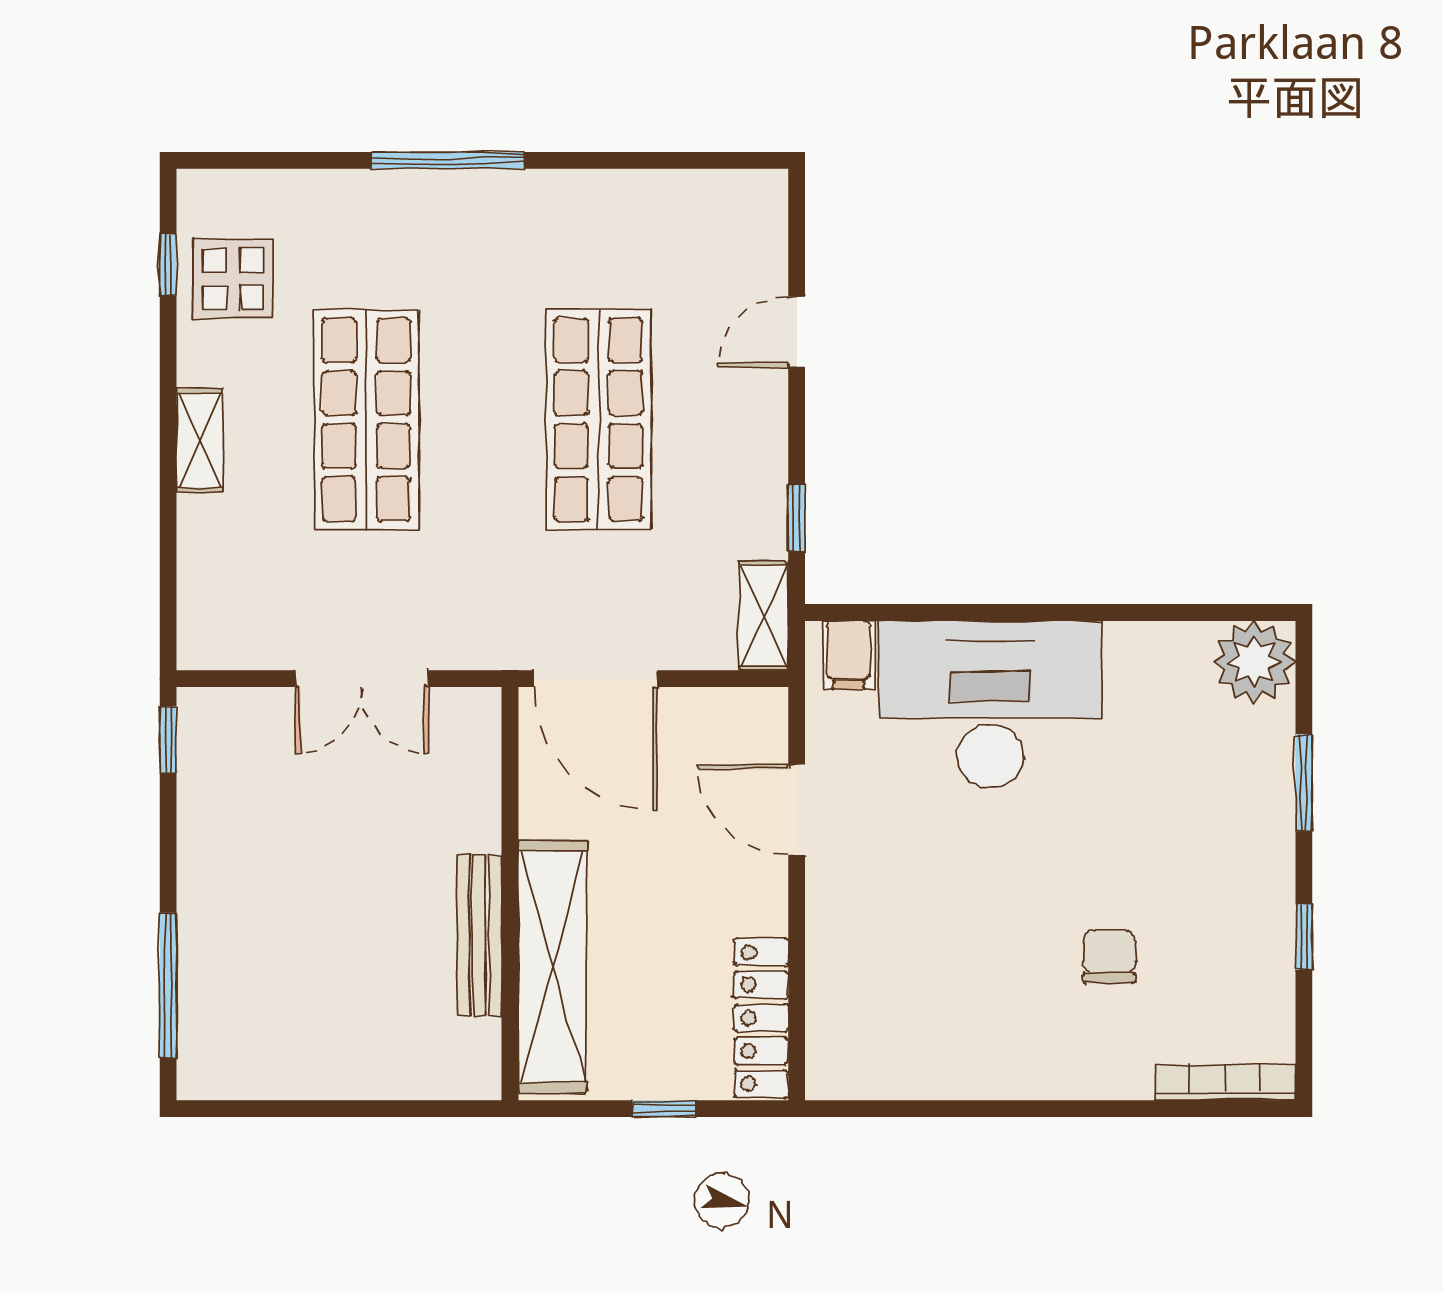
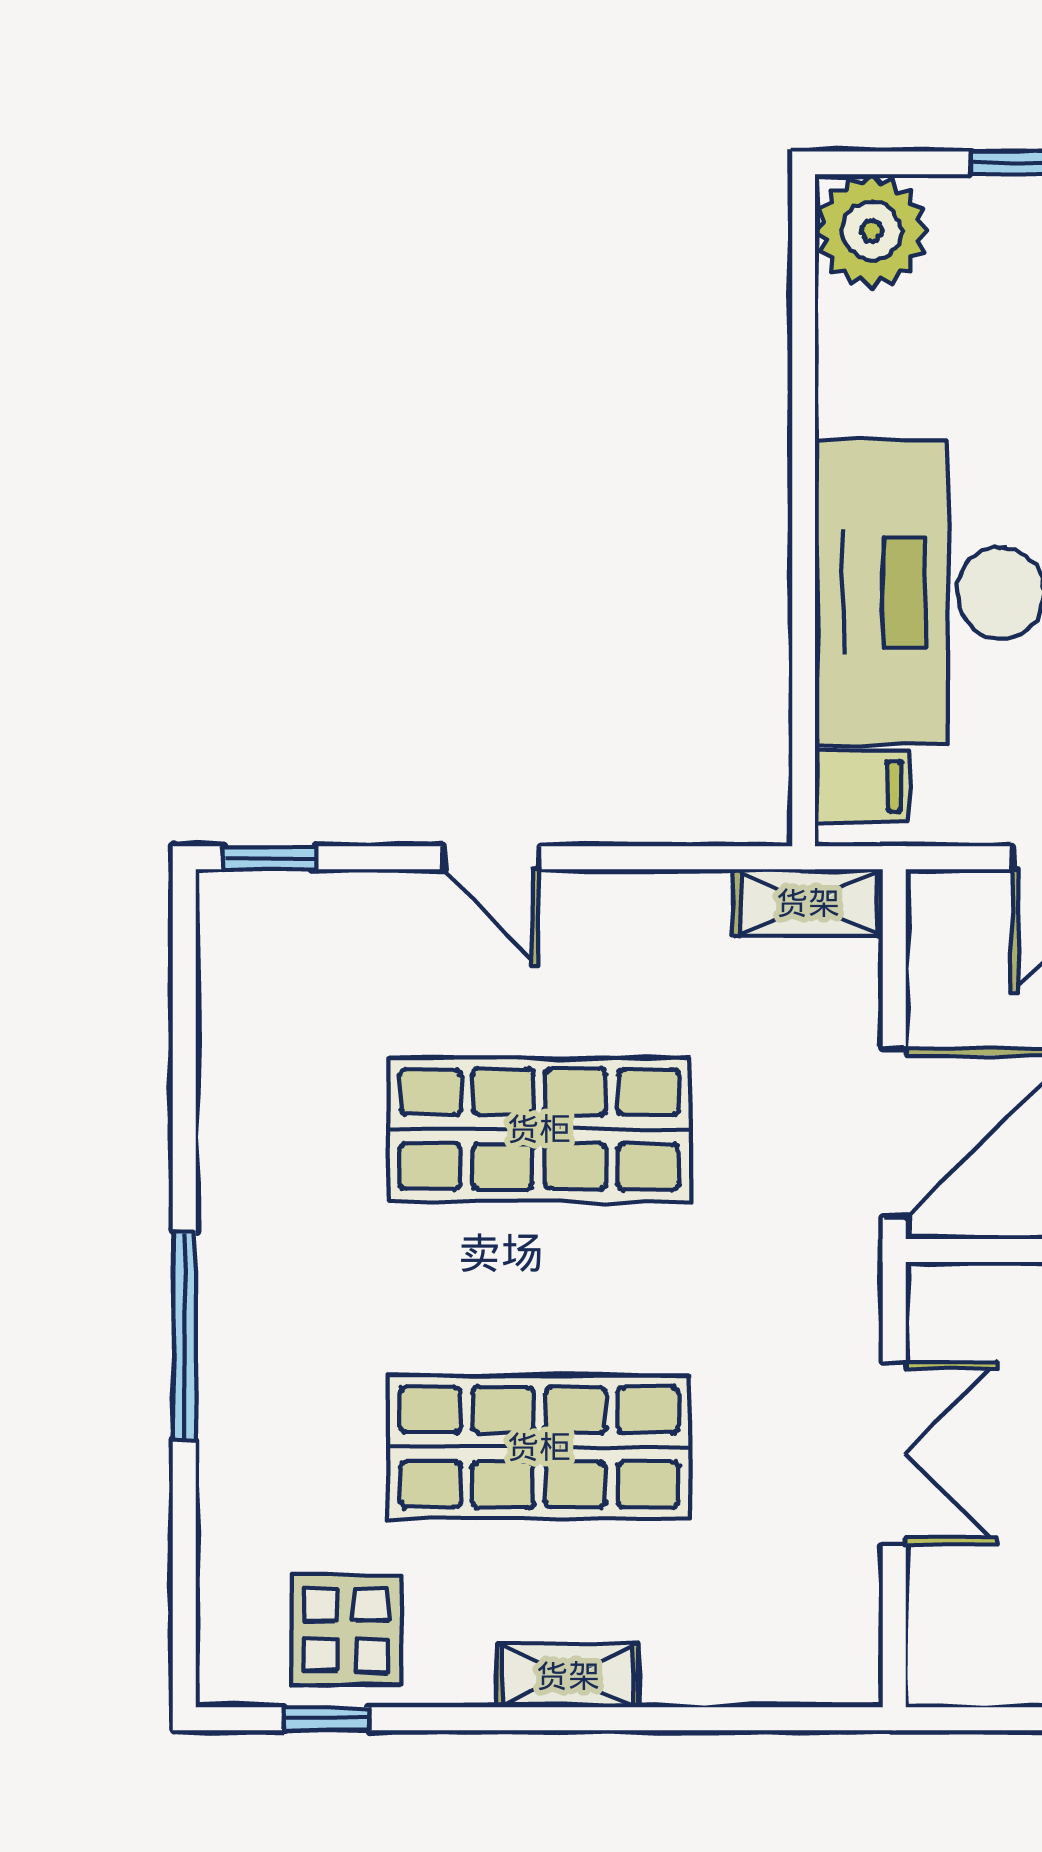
door: (797, 332) -> (491, 858), moved
window: (797, 518) -> (269, 858), moved
window: (168, 740) -> (978, 1719), removed

